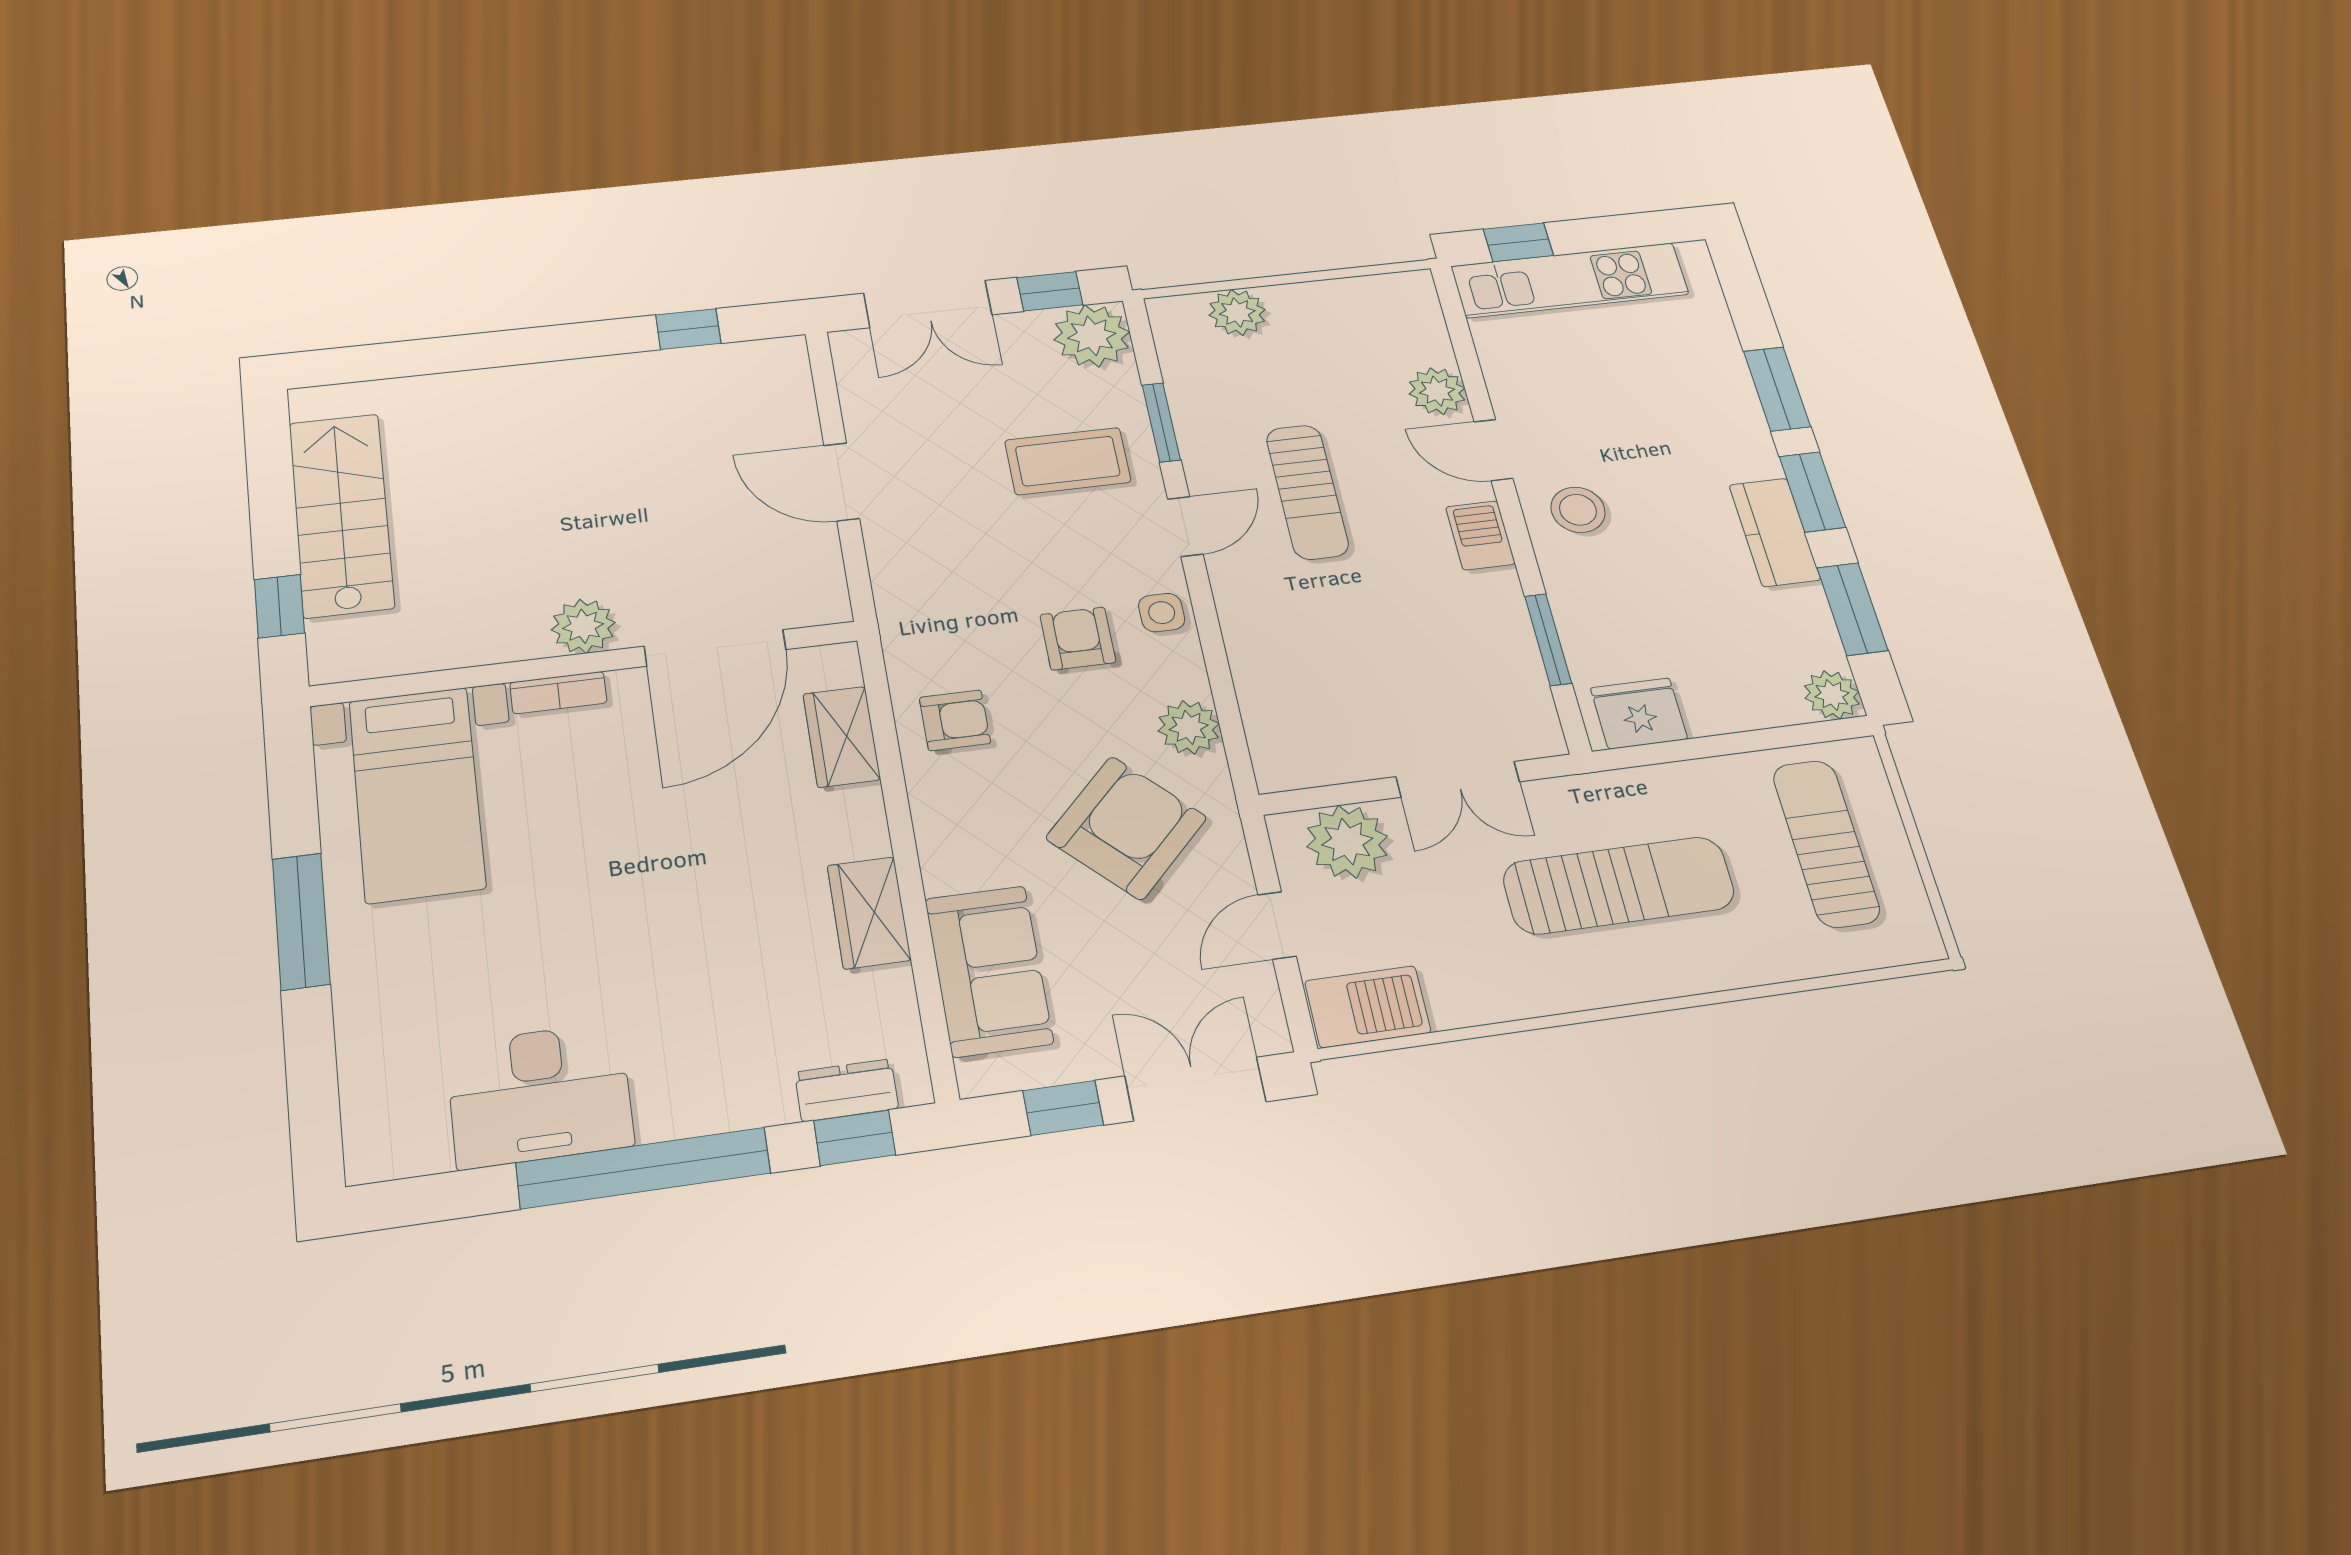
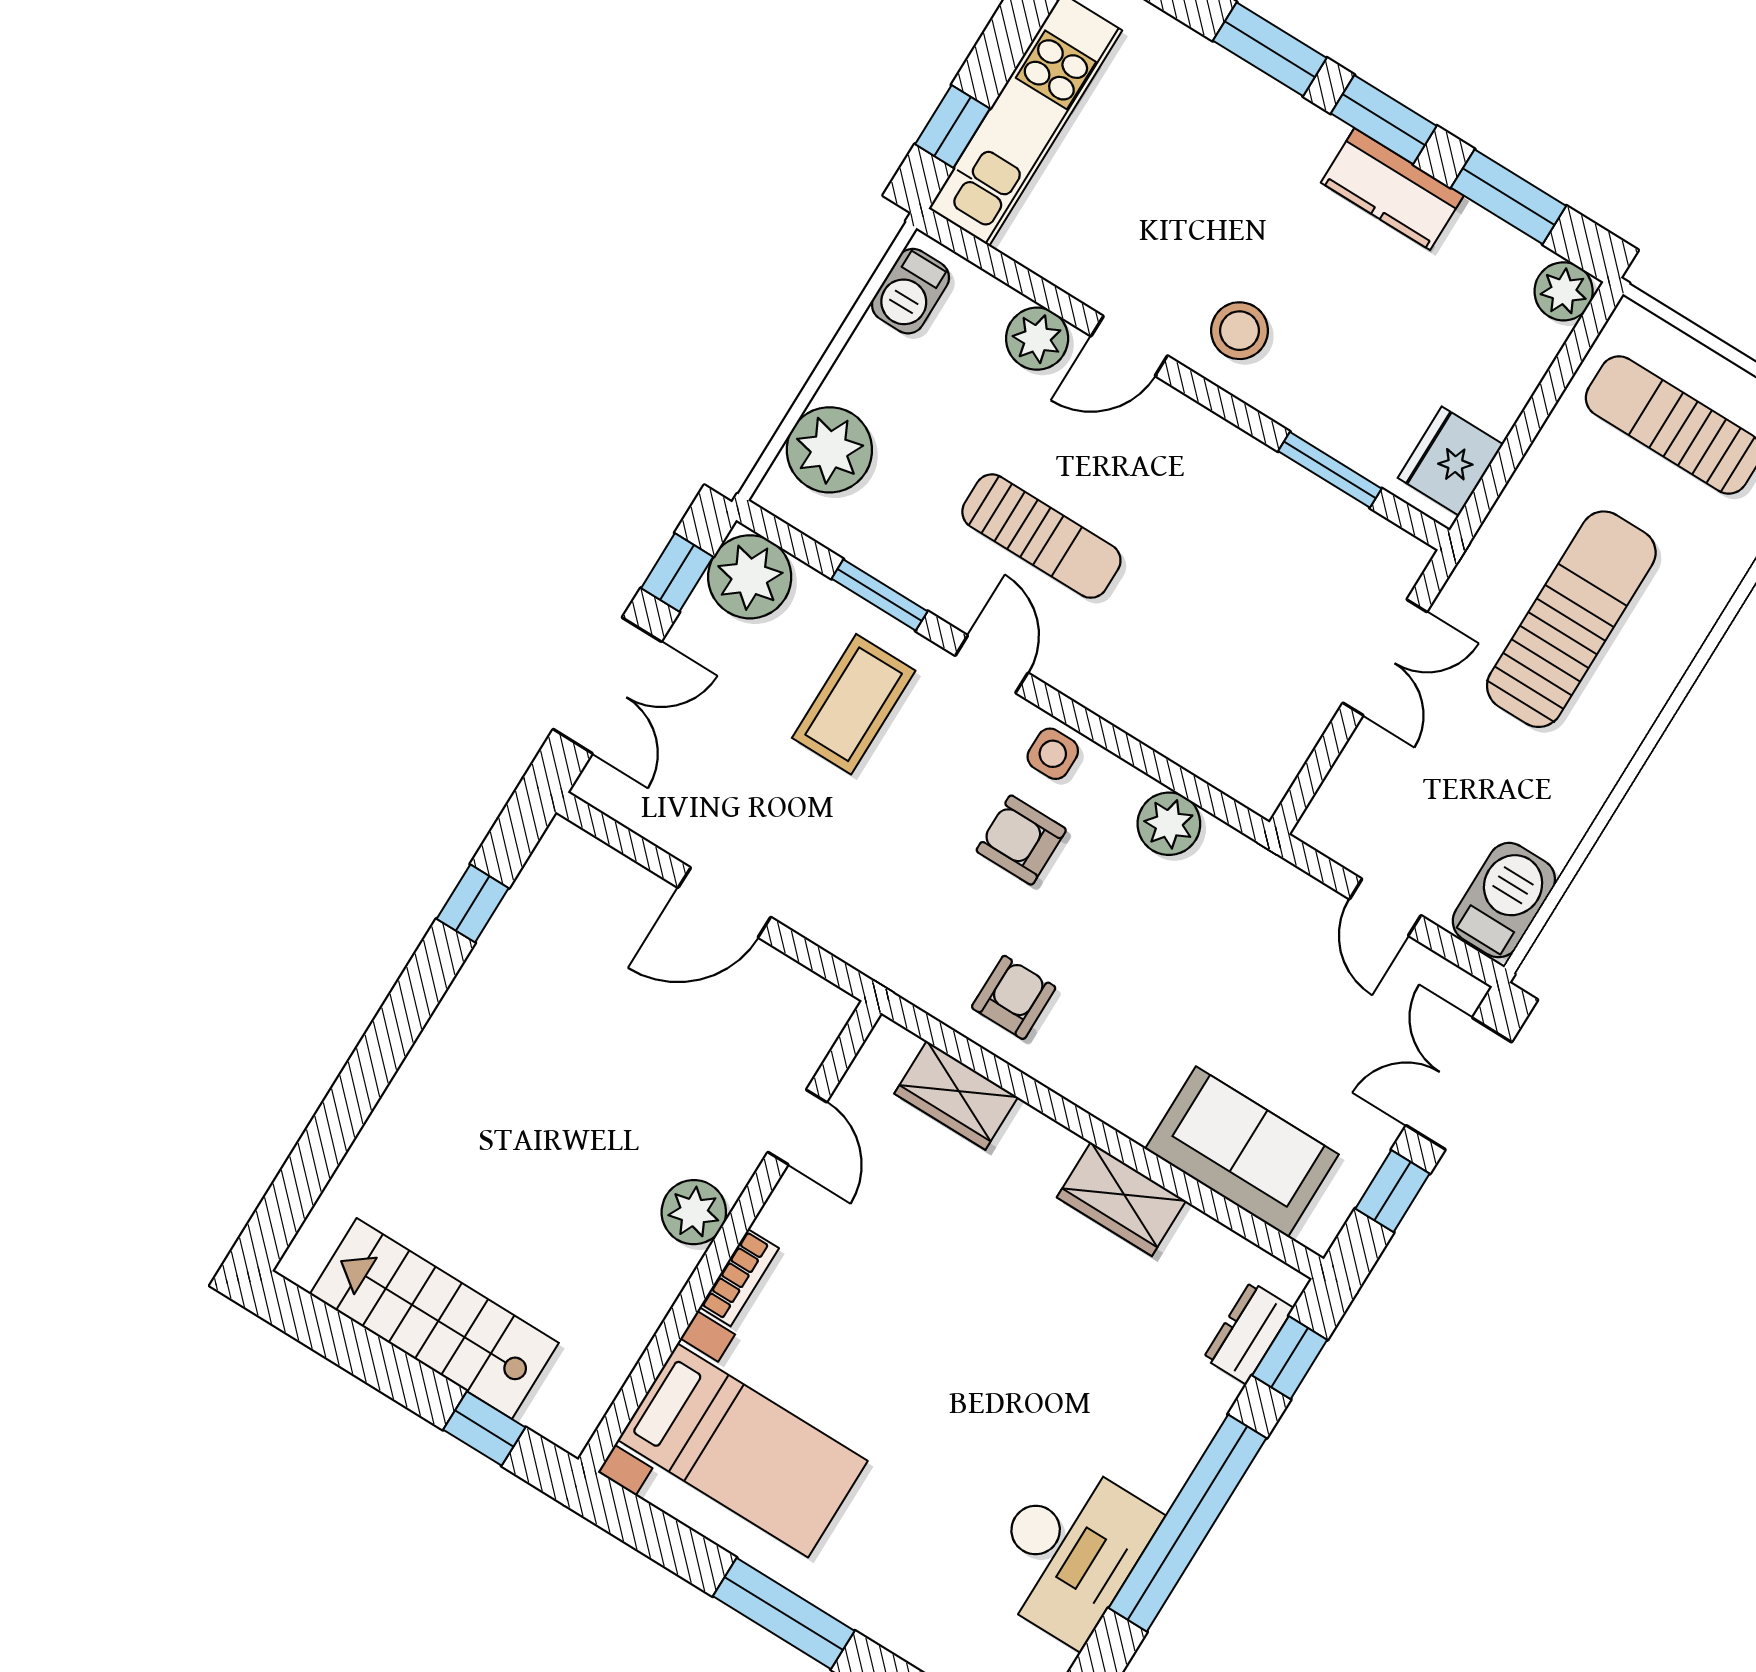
plant: (1237, 312) -> (829, 450), width x1.36, depth x1.36
barbecue: (1480, 535) -> (910, 291), moved, turned -90
door: (715, 648) -> (797, 1127), width x0.53
armchair: (1126, 828) -> (1213, 948), removed
plant: (1347, 842) -> (1364, 791), removed

